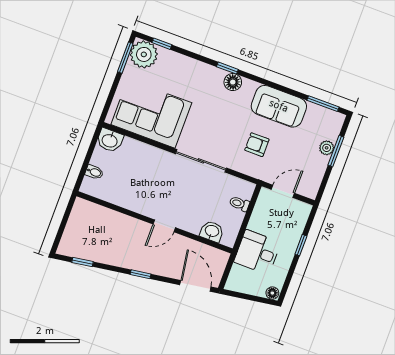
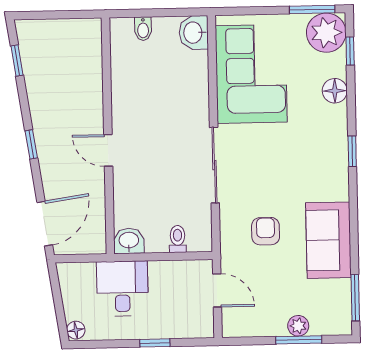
floor lamp: (233, 82) -> (335, 91), moved
washbasin: (212, 231) -> (129, 241), moved, turned -90

